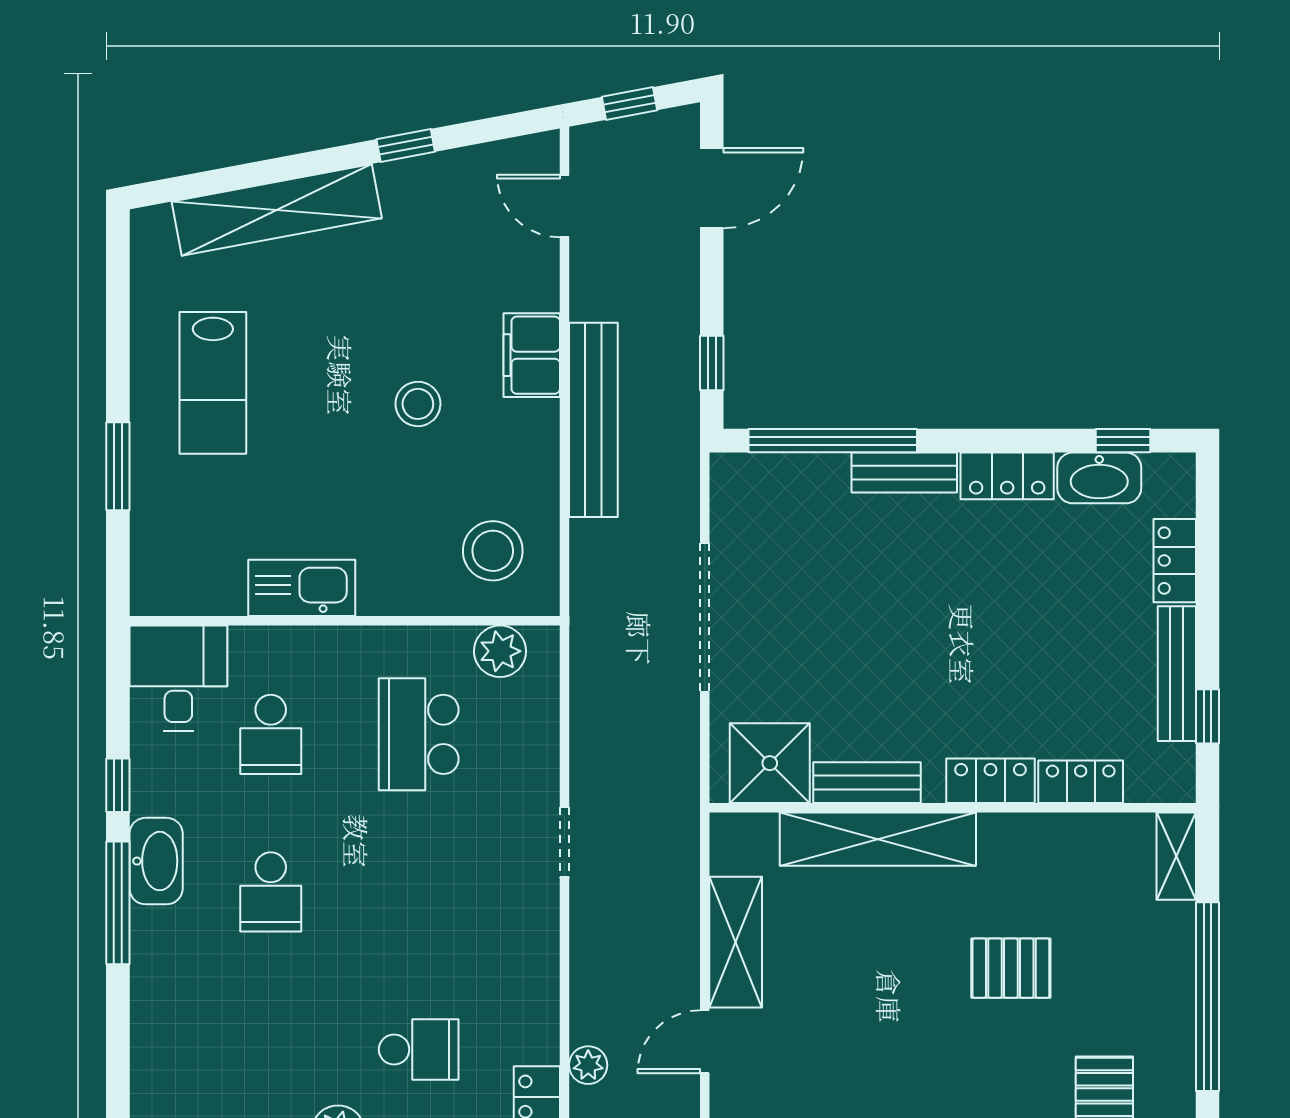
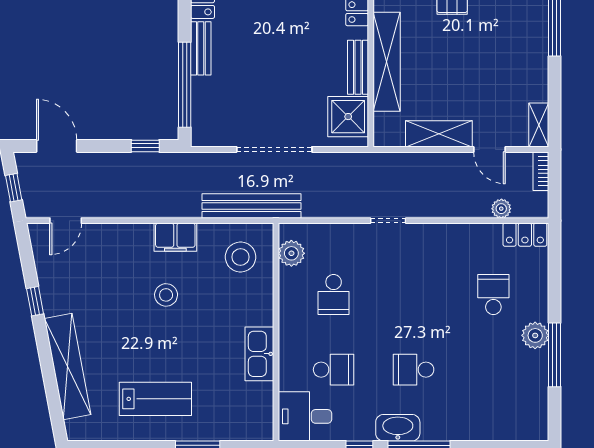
filing cabinet: (532, 355) -> (175, 237), moved
bench: (593, 420) -> (251, 206), moved
school desk: (419, 734) -> (334, 295), width x0.54
school desk: (271, 892) -> (413, 370), turned 180

